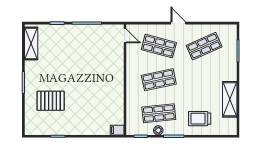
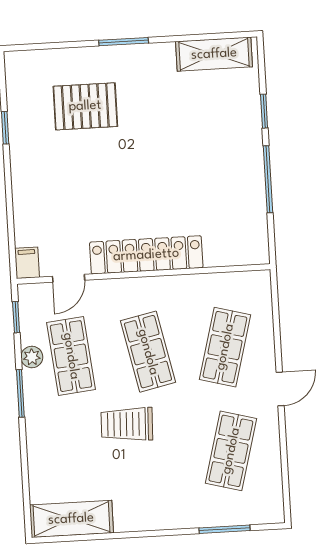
door: (125, 36) -> (69, 278), moved
shop shelf: (204, 46) -> (231, 451), turned 39
locker: (117, 78) -> (146, 255), added
shelving: (230, 99) -> (71, 519), moved
pallet: (51, 101) -> (85, 106), turned 90
trolley: (200, 119) -> (127, 424), moved, turned -88

